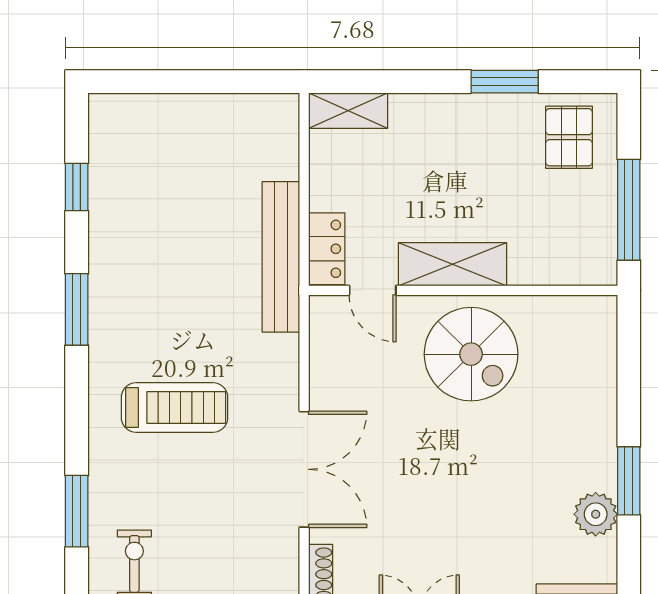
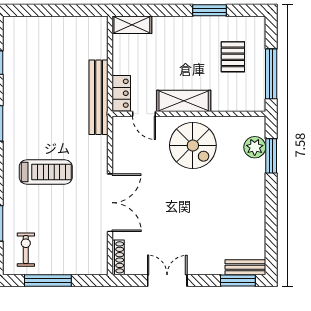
pallet: (569, 137) -> (233, 57), moved
window: (629, 481) -> (271, 156), moved
plant: (596, 514) -> (255, 147), moved

